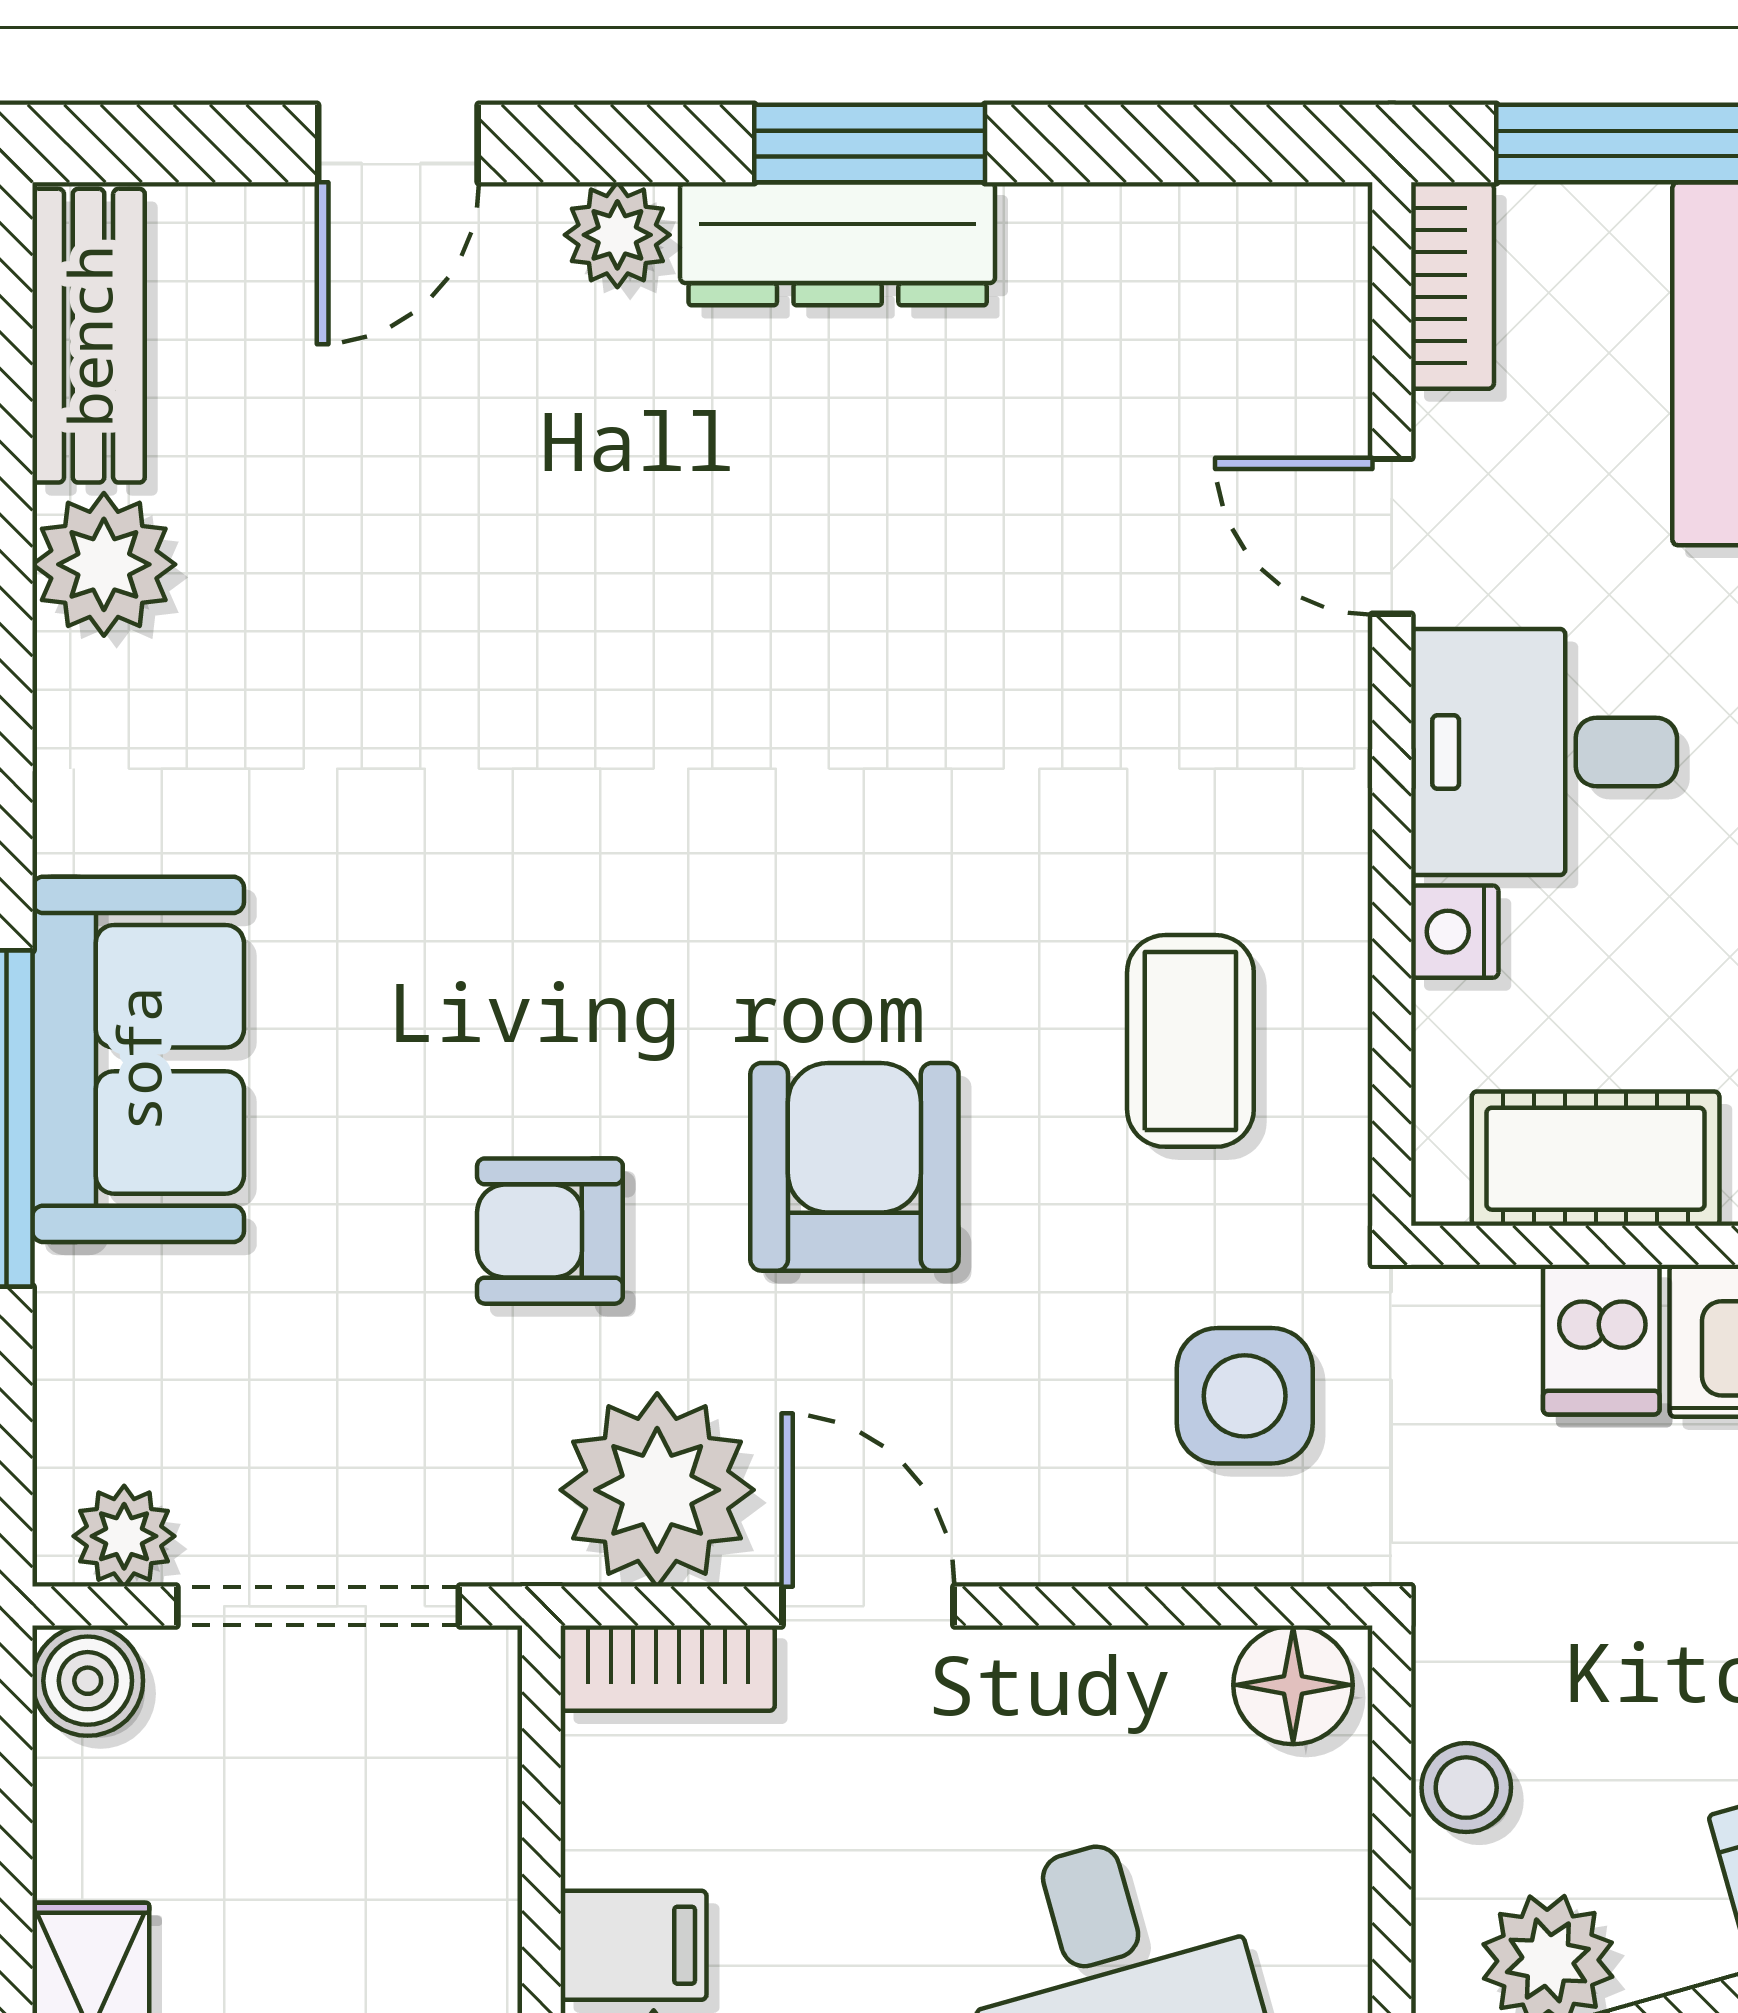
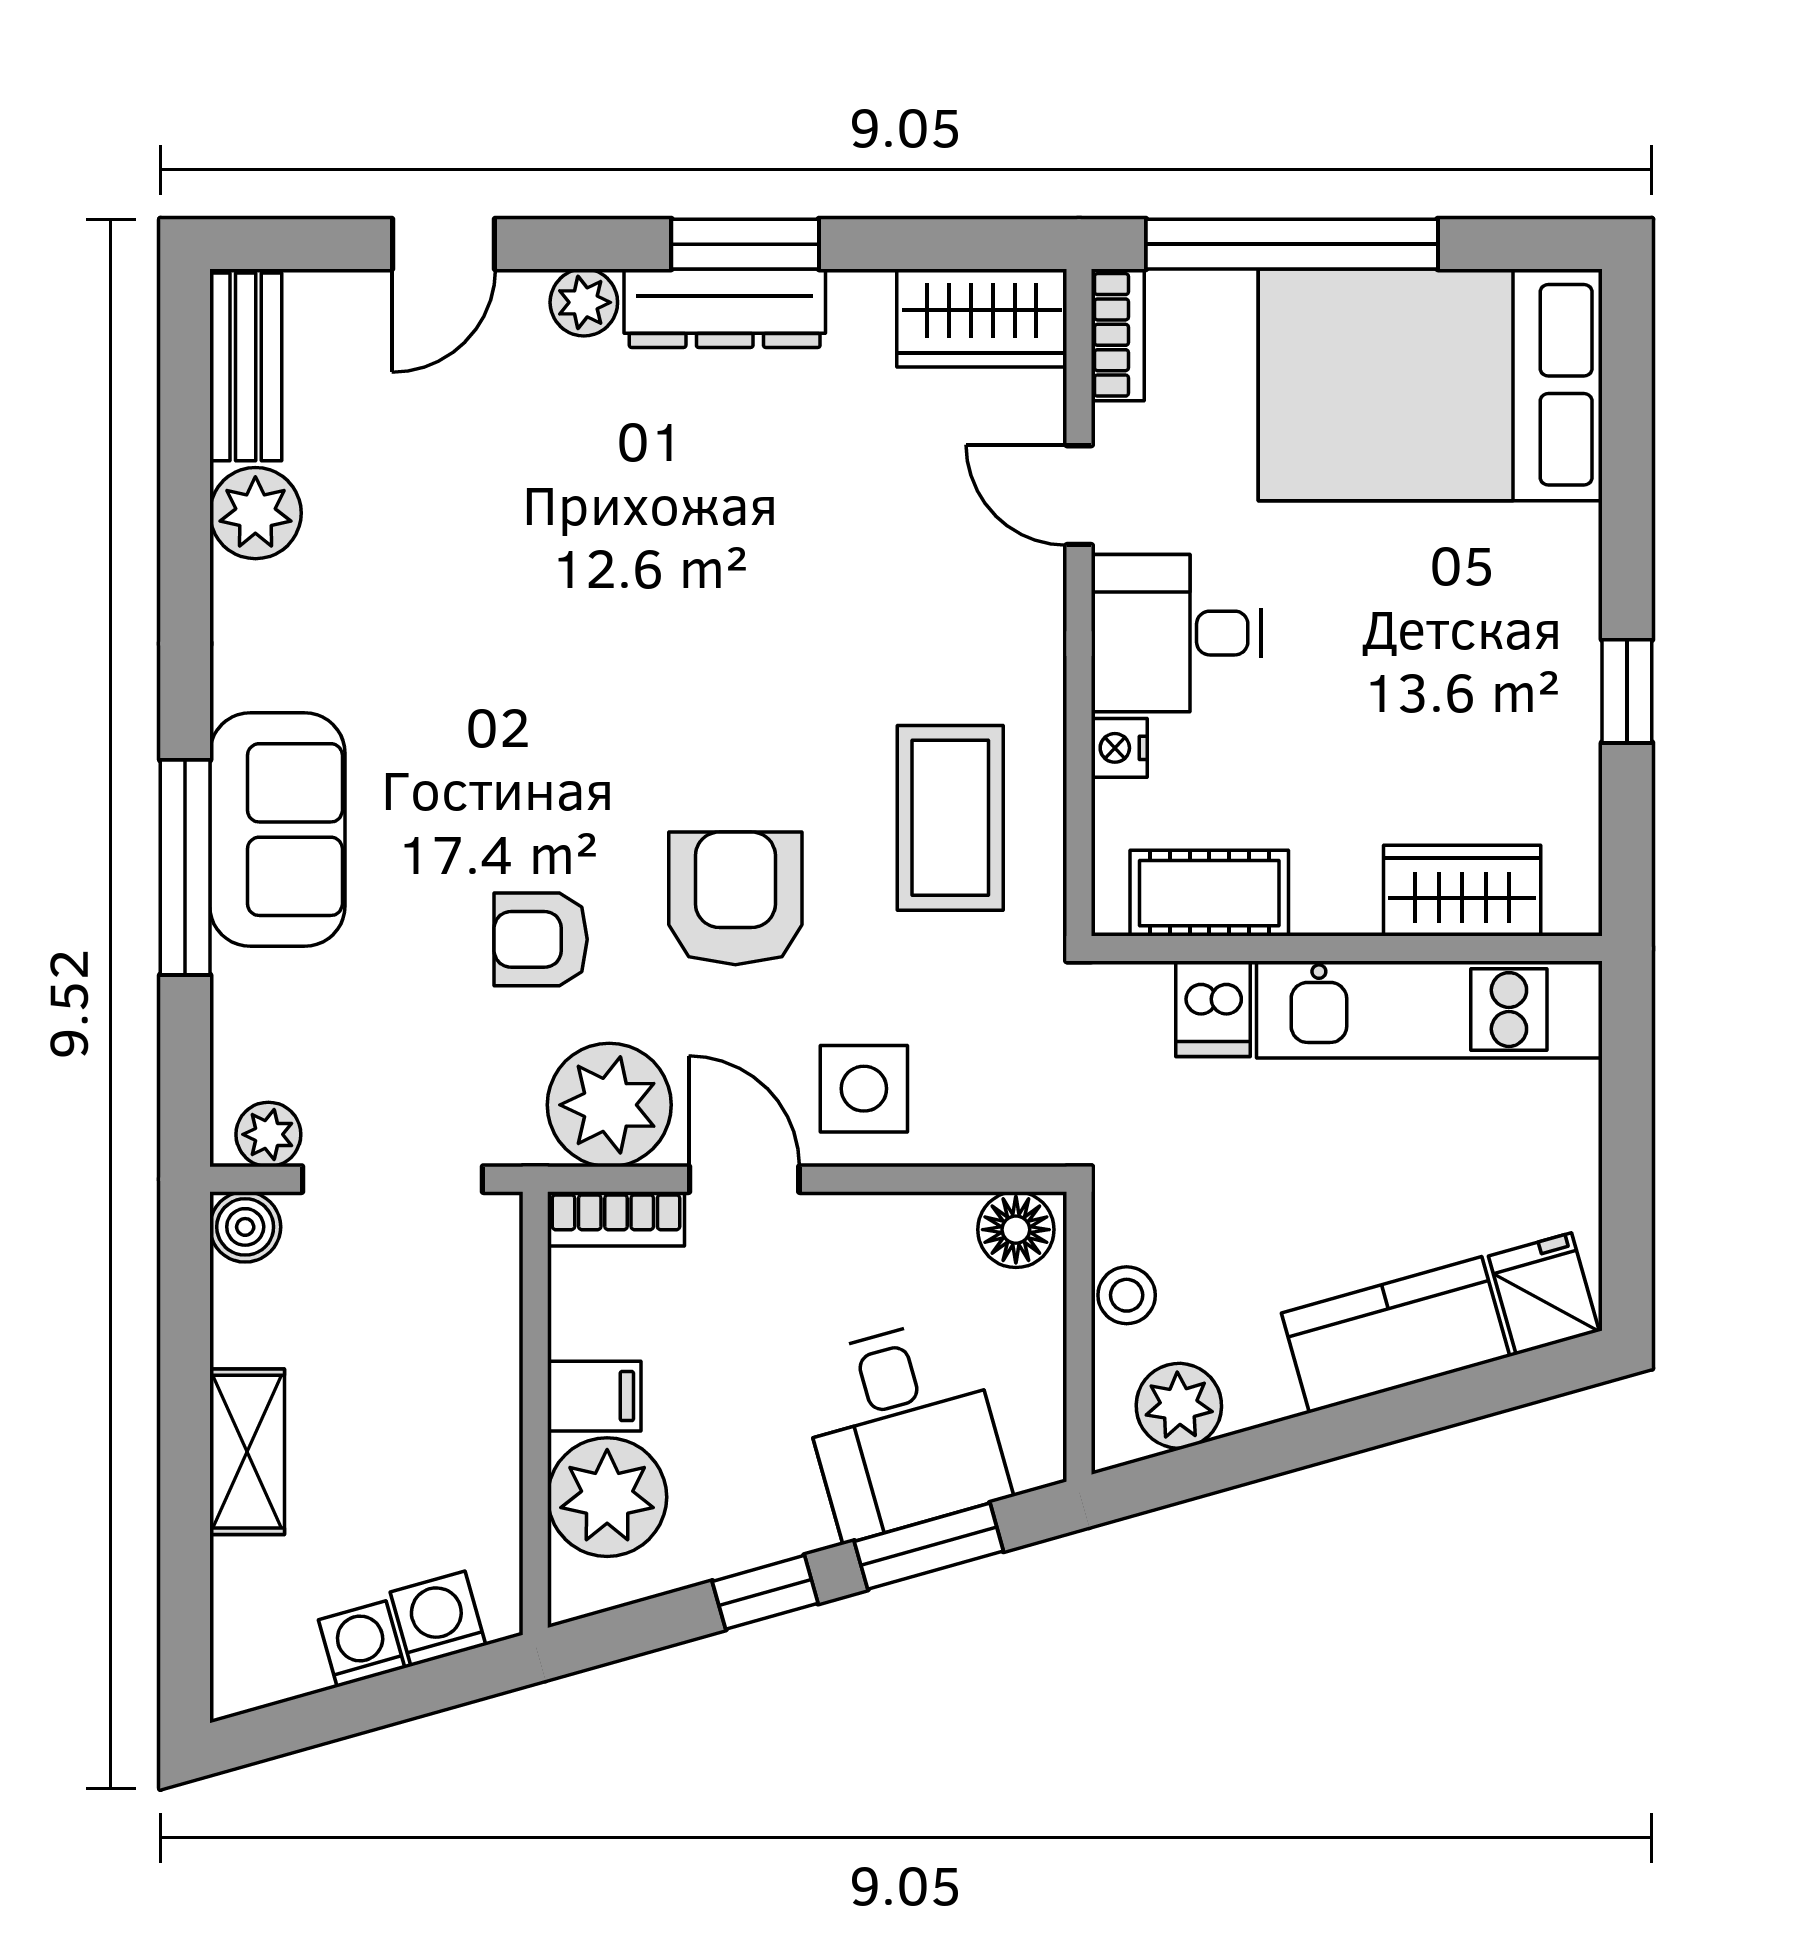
wardrobe: (1240, 259) -> (982, 318), added
coffee table: (1190, 1041) -> (950, 818), width x1.36, depth x1.30
side table: (1245, 1396) -> (864, 1089), moved

